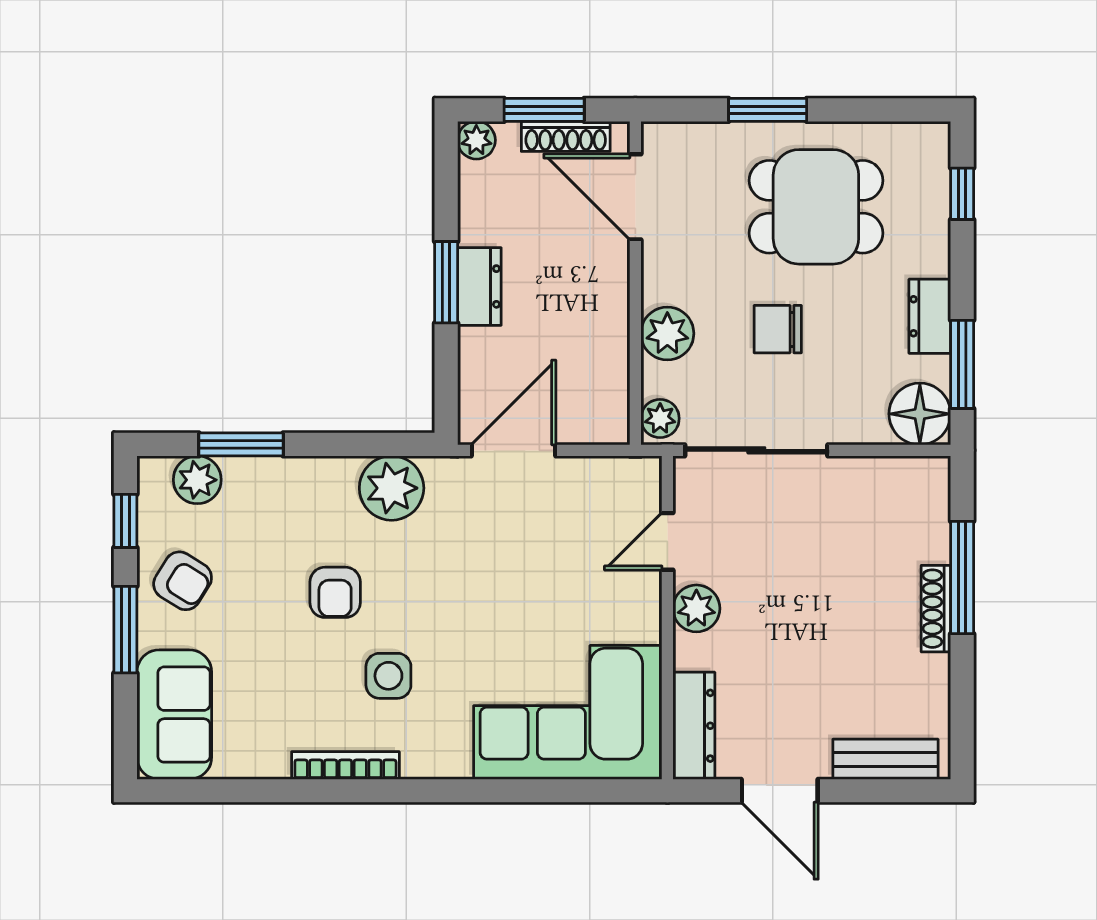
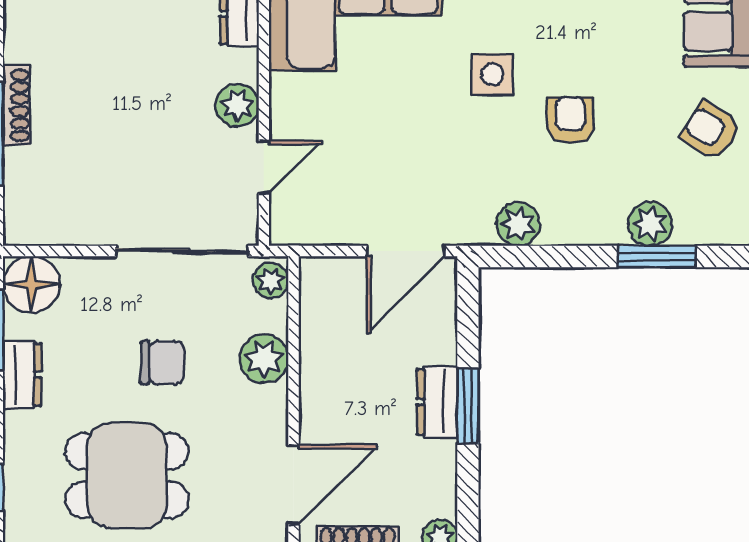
door: (635, 197) -> (293, 485), hinge flipped
plant: (197, 480) -> (650, 224), moved
plant: (392, 488) -> (518, 224), width x0.73, depth x0.73
side table: (388, 676) -> (492, 74), moved

